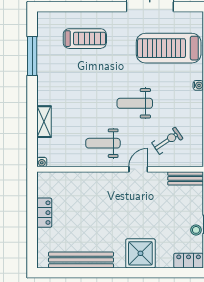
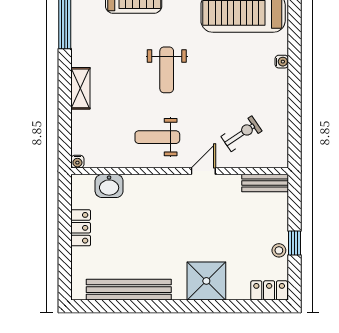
weight bench: (135, 103) -> (167, 70), moved, turned -90
shelving: (44, 122) -> (80, 88), moved
washbasin: (66, 181) -> (109, 186), added

